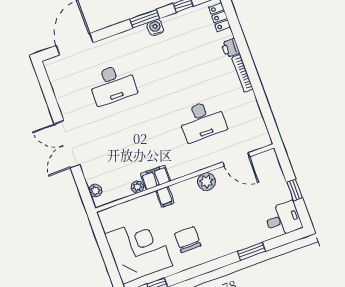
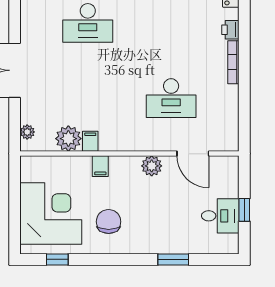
filing cabinet: (156, 177) -> (90, 141), width x0.50
plant: (137, 187) -> (68, 139), width x1.88, depth x1.88
desk: (283, 219) -> (220, 216), moved

